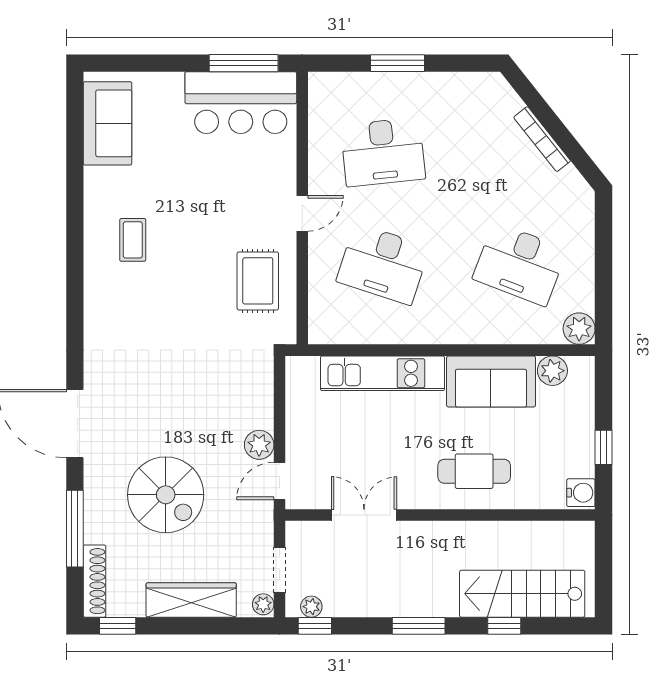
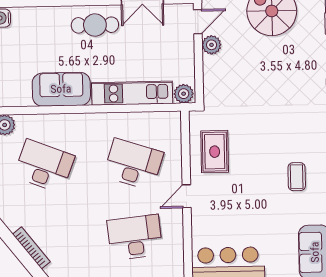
plant: (552, 371) -> (184, 94), moved
cafe table: (474, 471) -> (95, 25), moved

